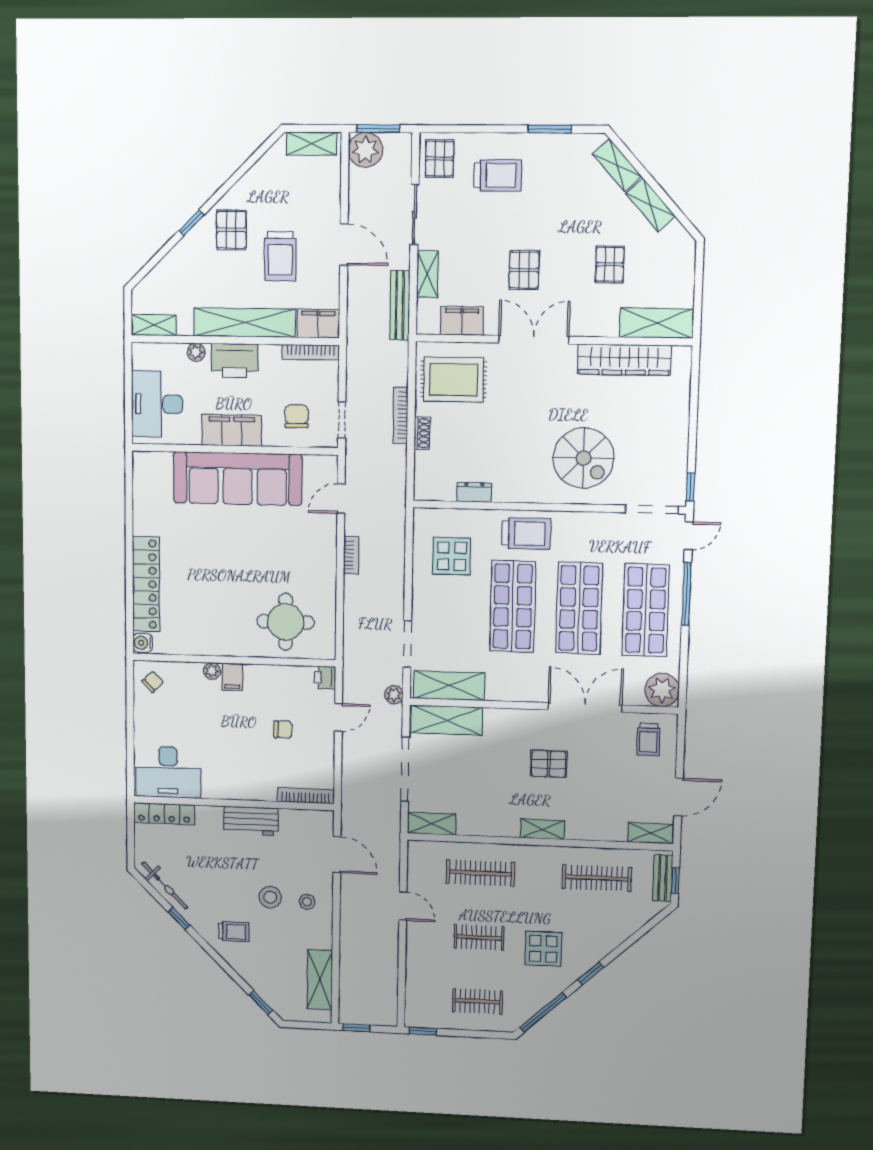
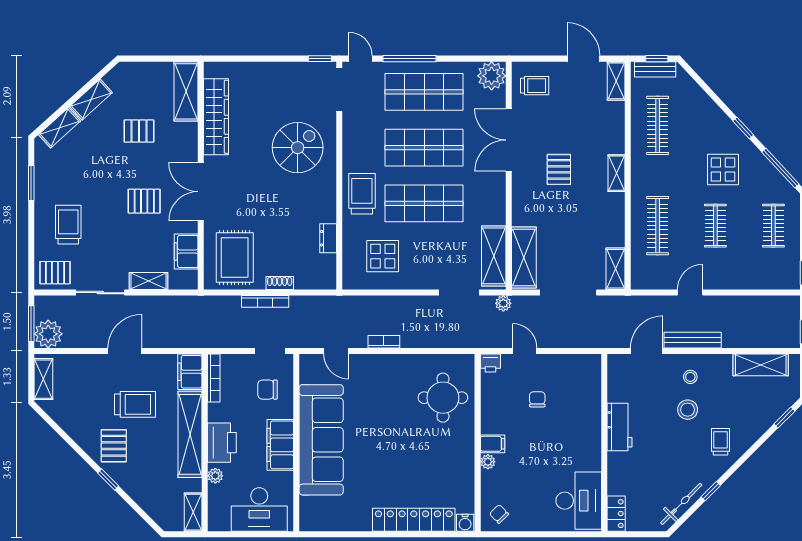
pallet: (231, 230) -> (114, 446), turned 90
bench: (400, 305) -> (693, 340), moved
bookcase: (306, 796) -> (595, 379), removed
locker: (164, 814) -> (616, 514), width x0.66

